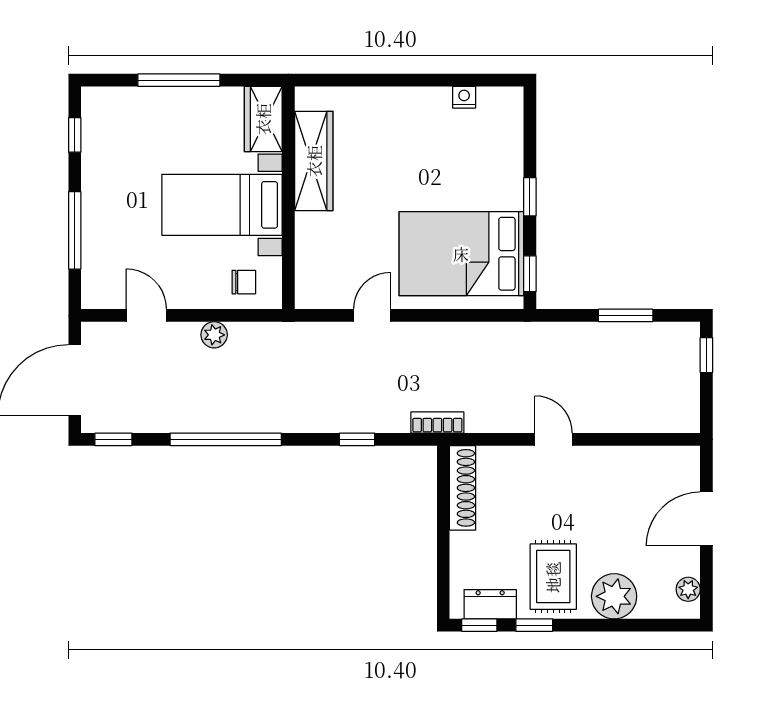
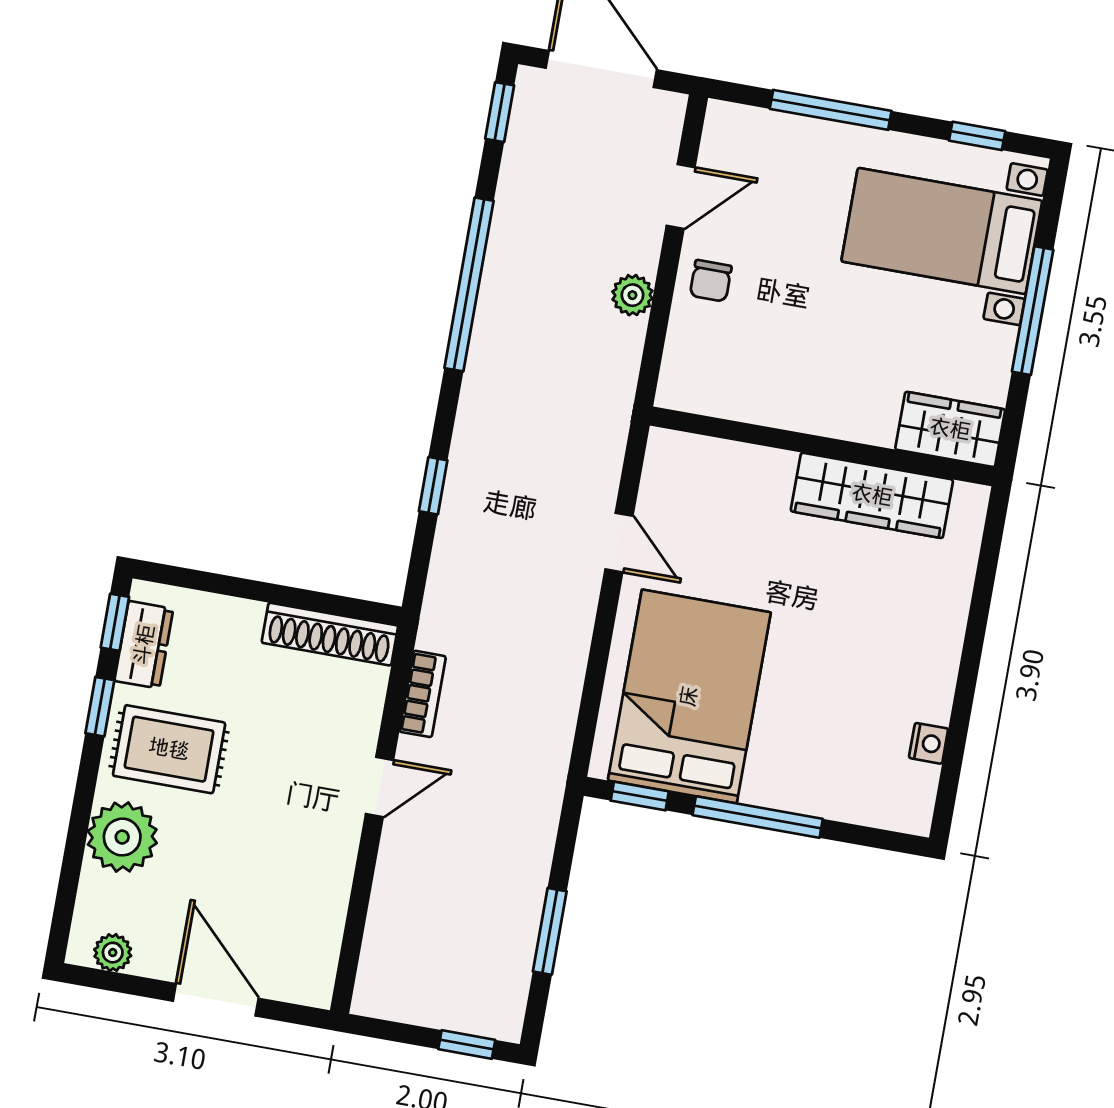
window: (530, 197) -> (758, 817), width x2.17
bed with nightstands: (222, 205) -> (942, 231), moved, turned -90
chair: (244, 282) -> (711, 281), moved
bookcase: (437, 423) -> (423, 694), moved

